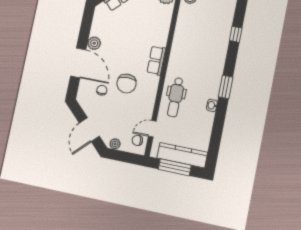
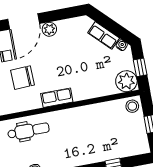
dental chair: (175, 97) -> (28, 131), turned 180

